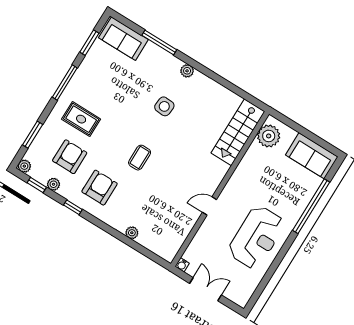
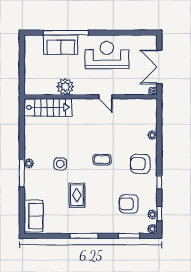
window: (159, 42) -> (22, 173), moved
window: (89, 43) -> (49, 236), removed
rug: (81, 119) -> (77, 195), moved
plant: (269, 136) -> (65, 87), moved
sofa: (312, 156) -> (61, 45), moved, turned 90
plant: (53, 184) -> (152, 214), moved
armchair: (100, 188) -> (140, 164), moved
double door: (205, 289) -> (159, 67), width x1.37

